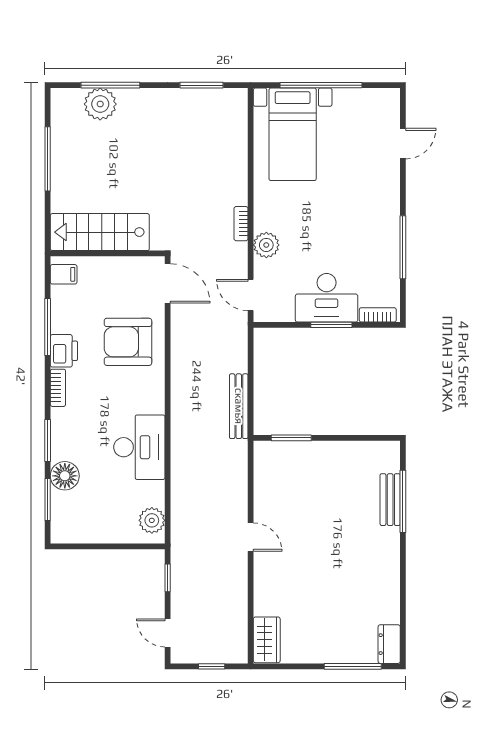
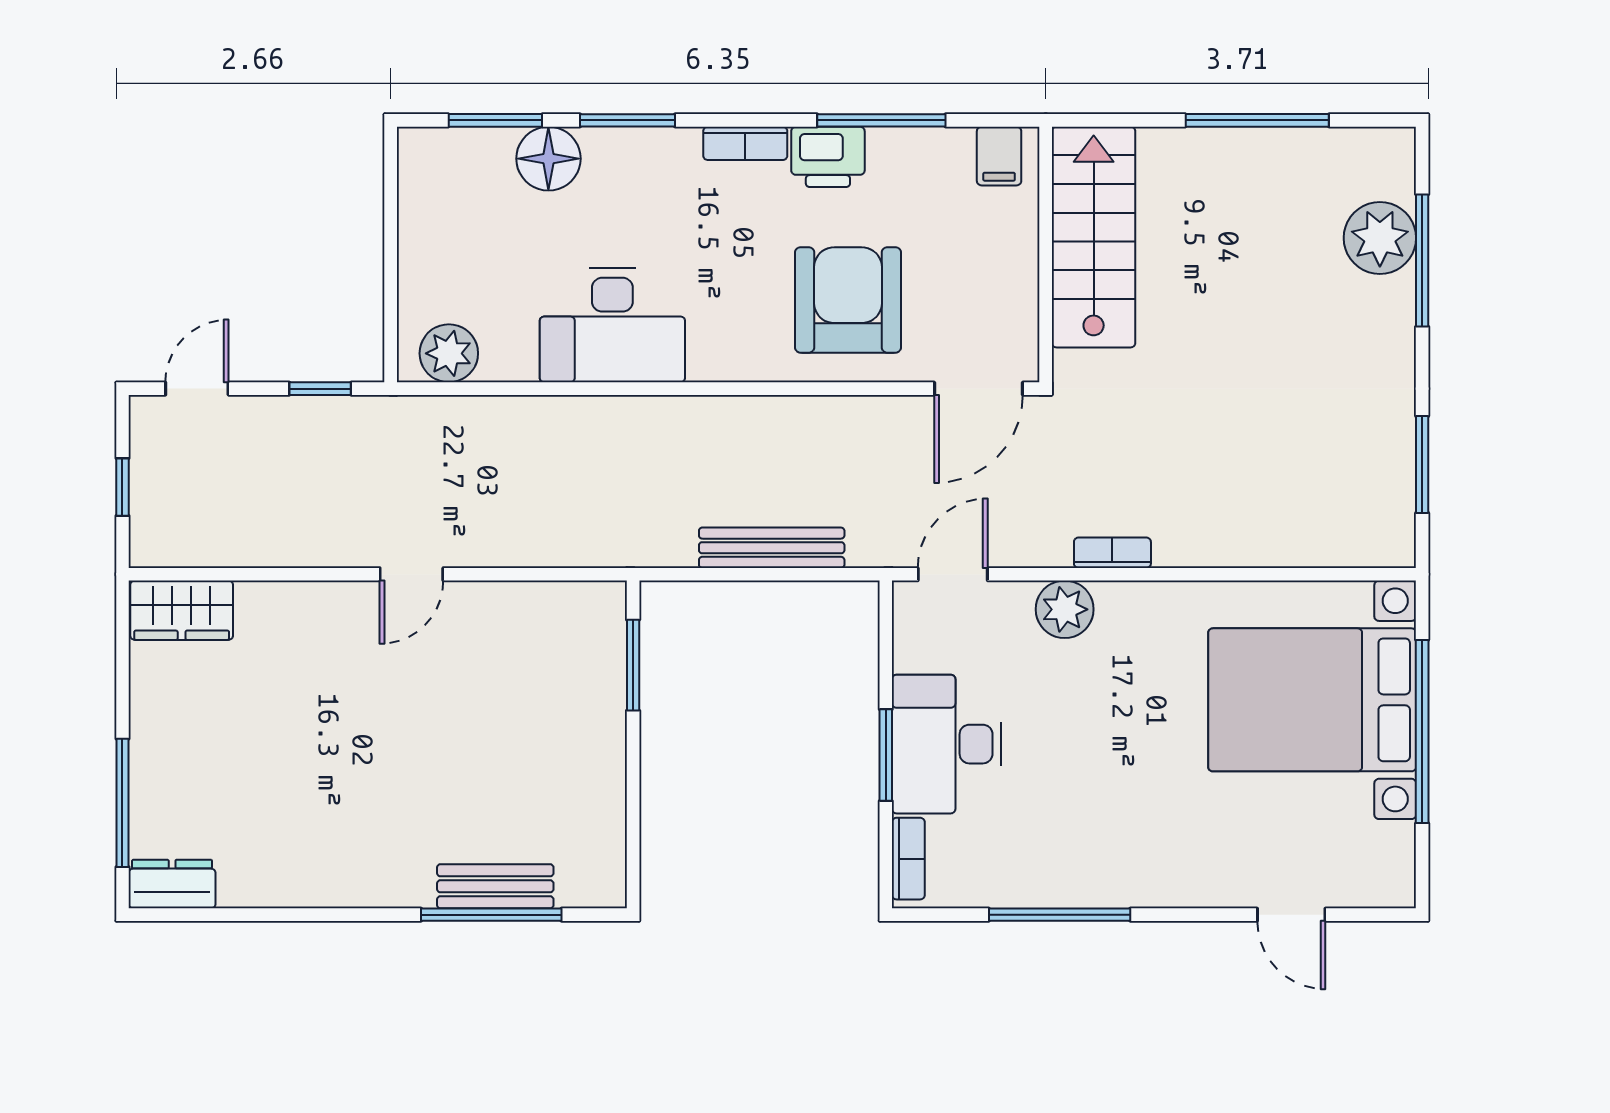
bed with nightstands: (293, 134) -> (1312, 700), width x1.36
bench: (239, 406) -> (772, 548), moved

